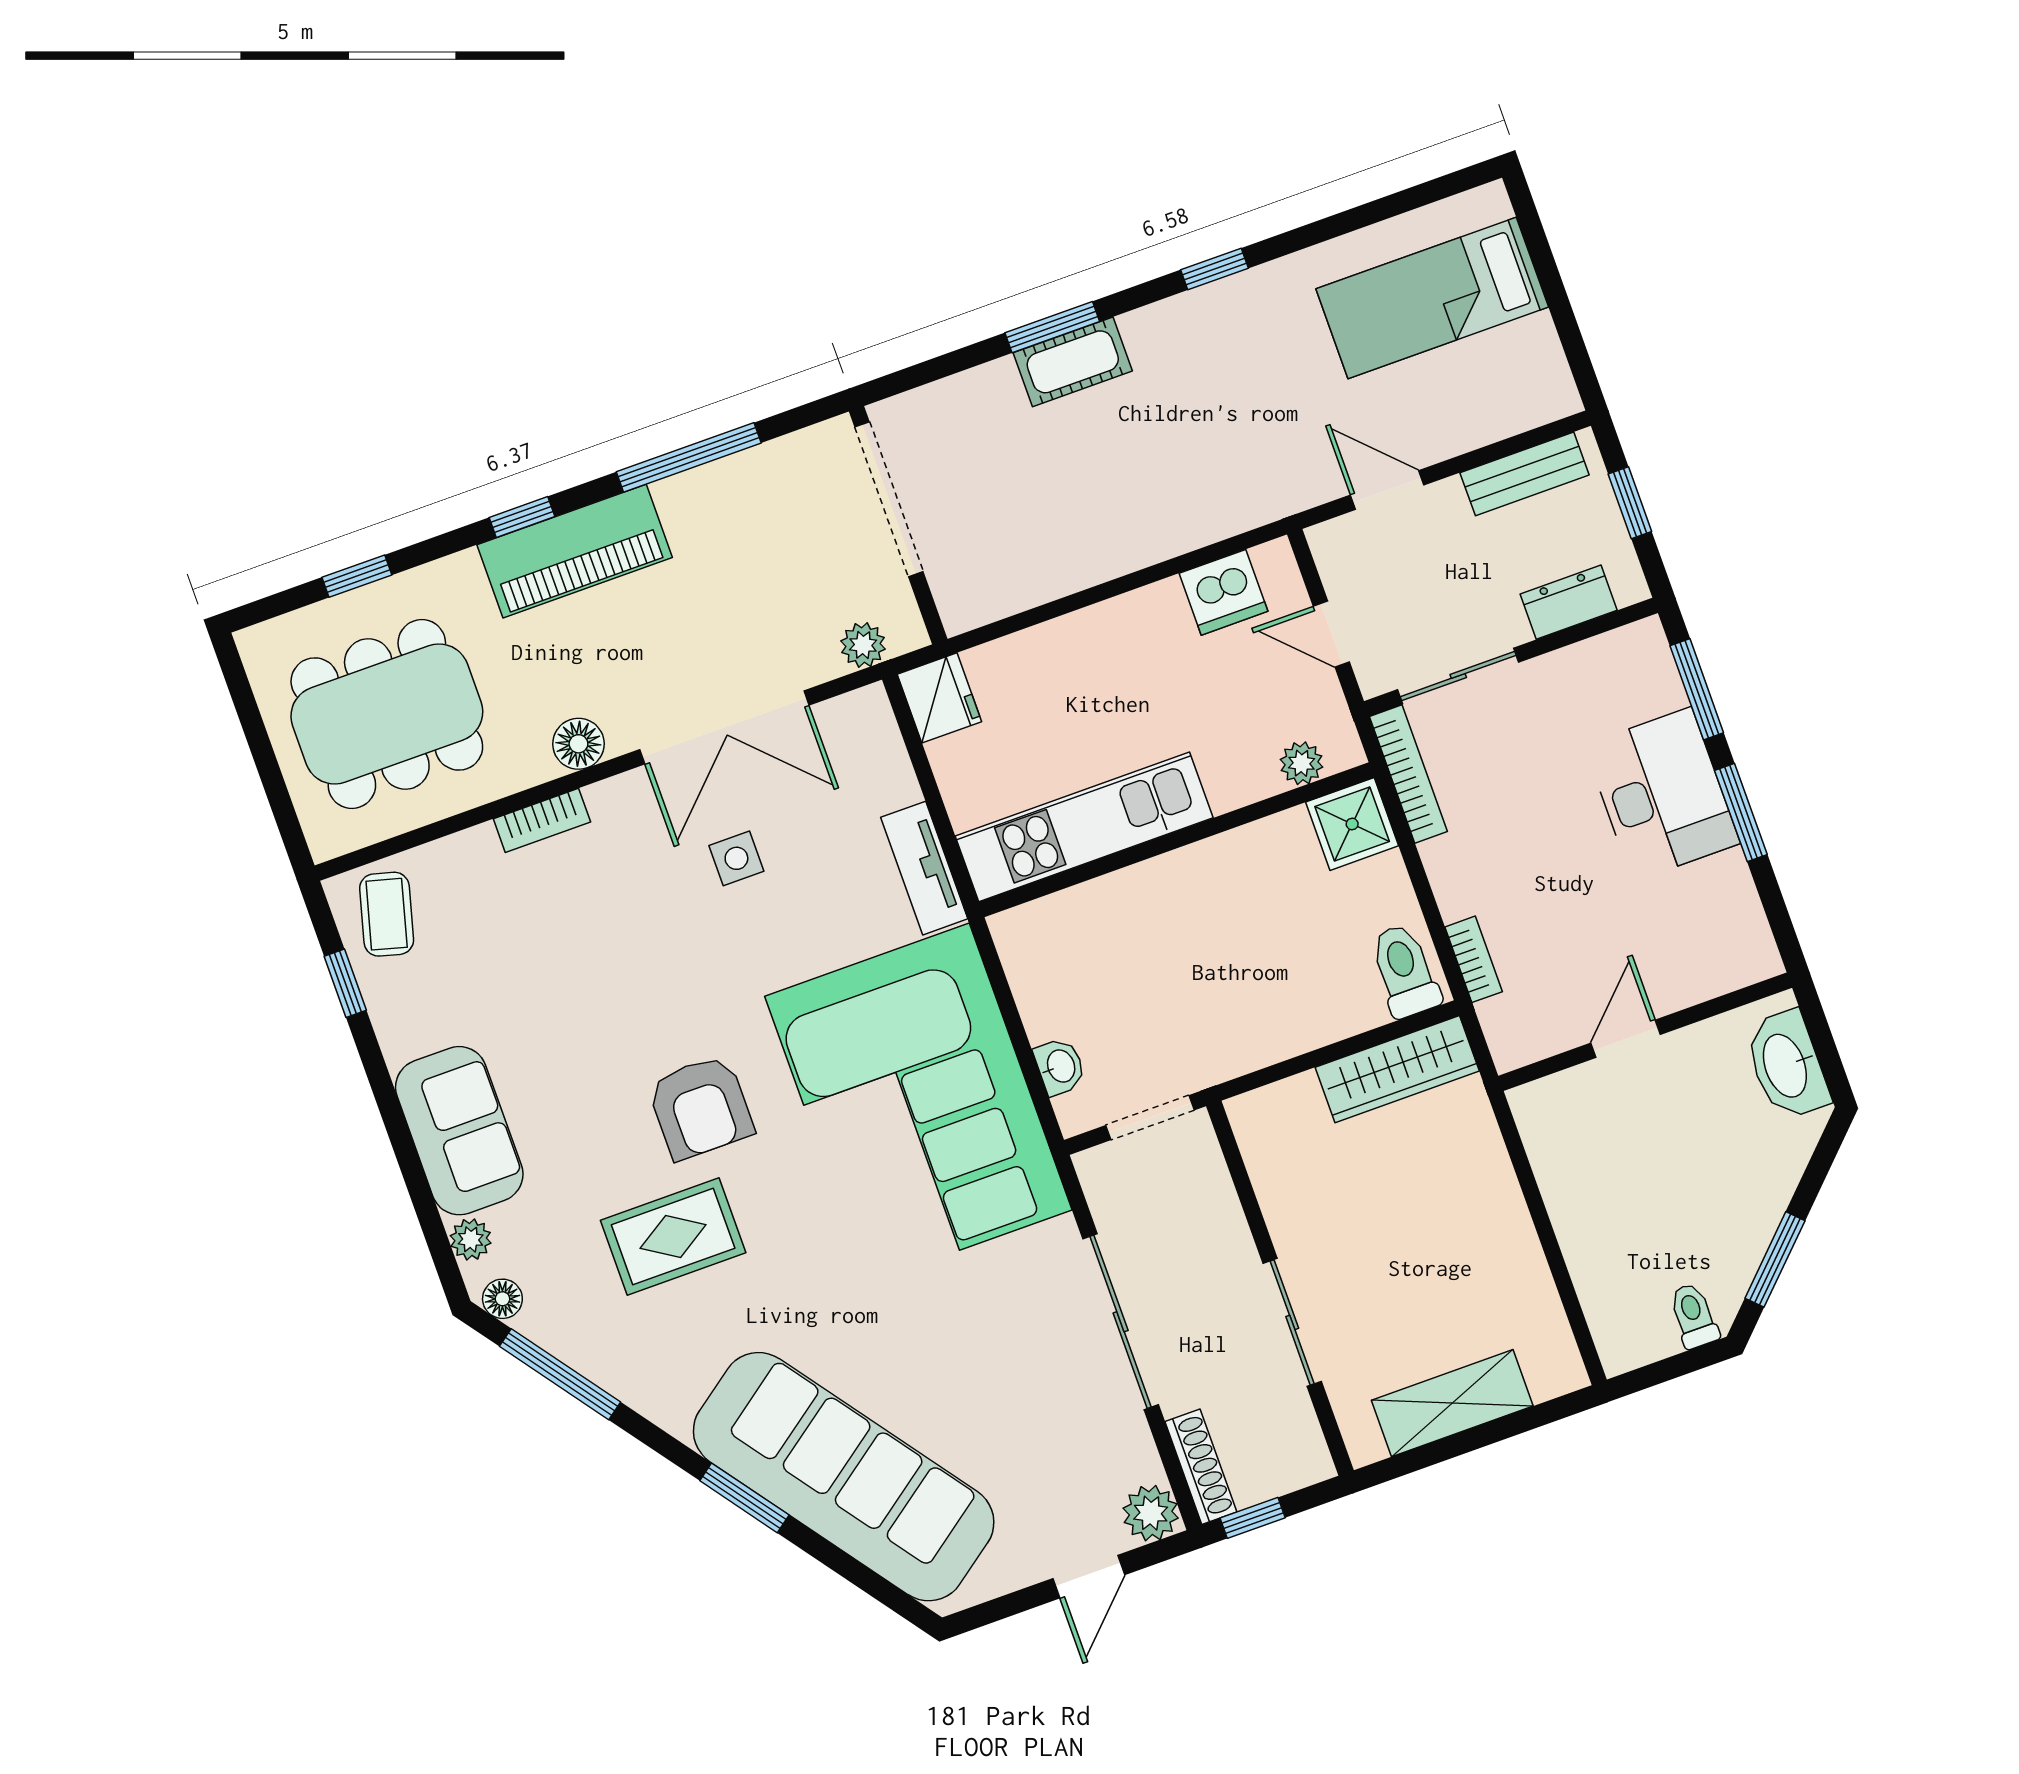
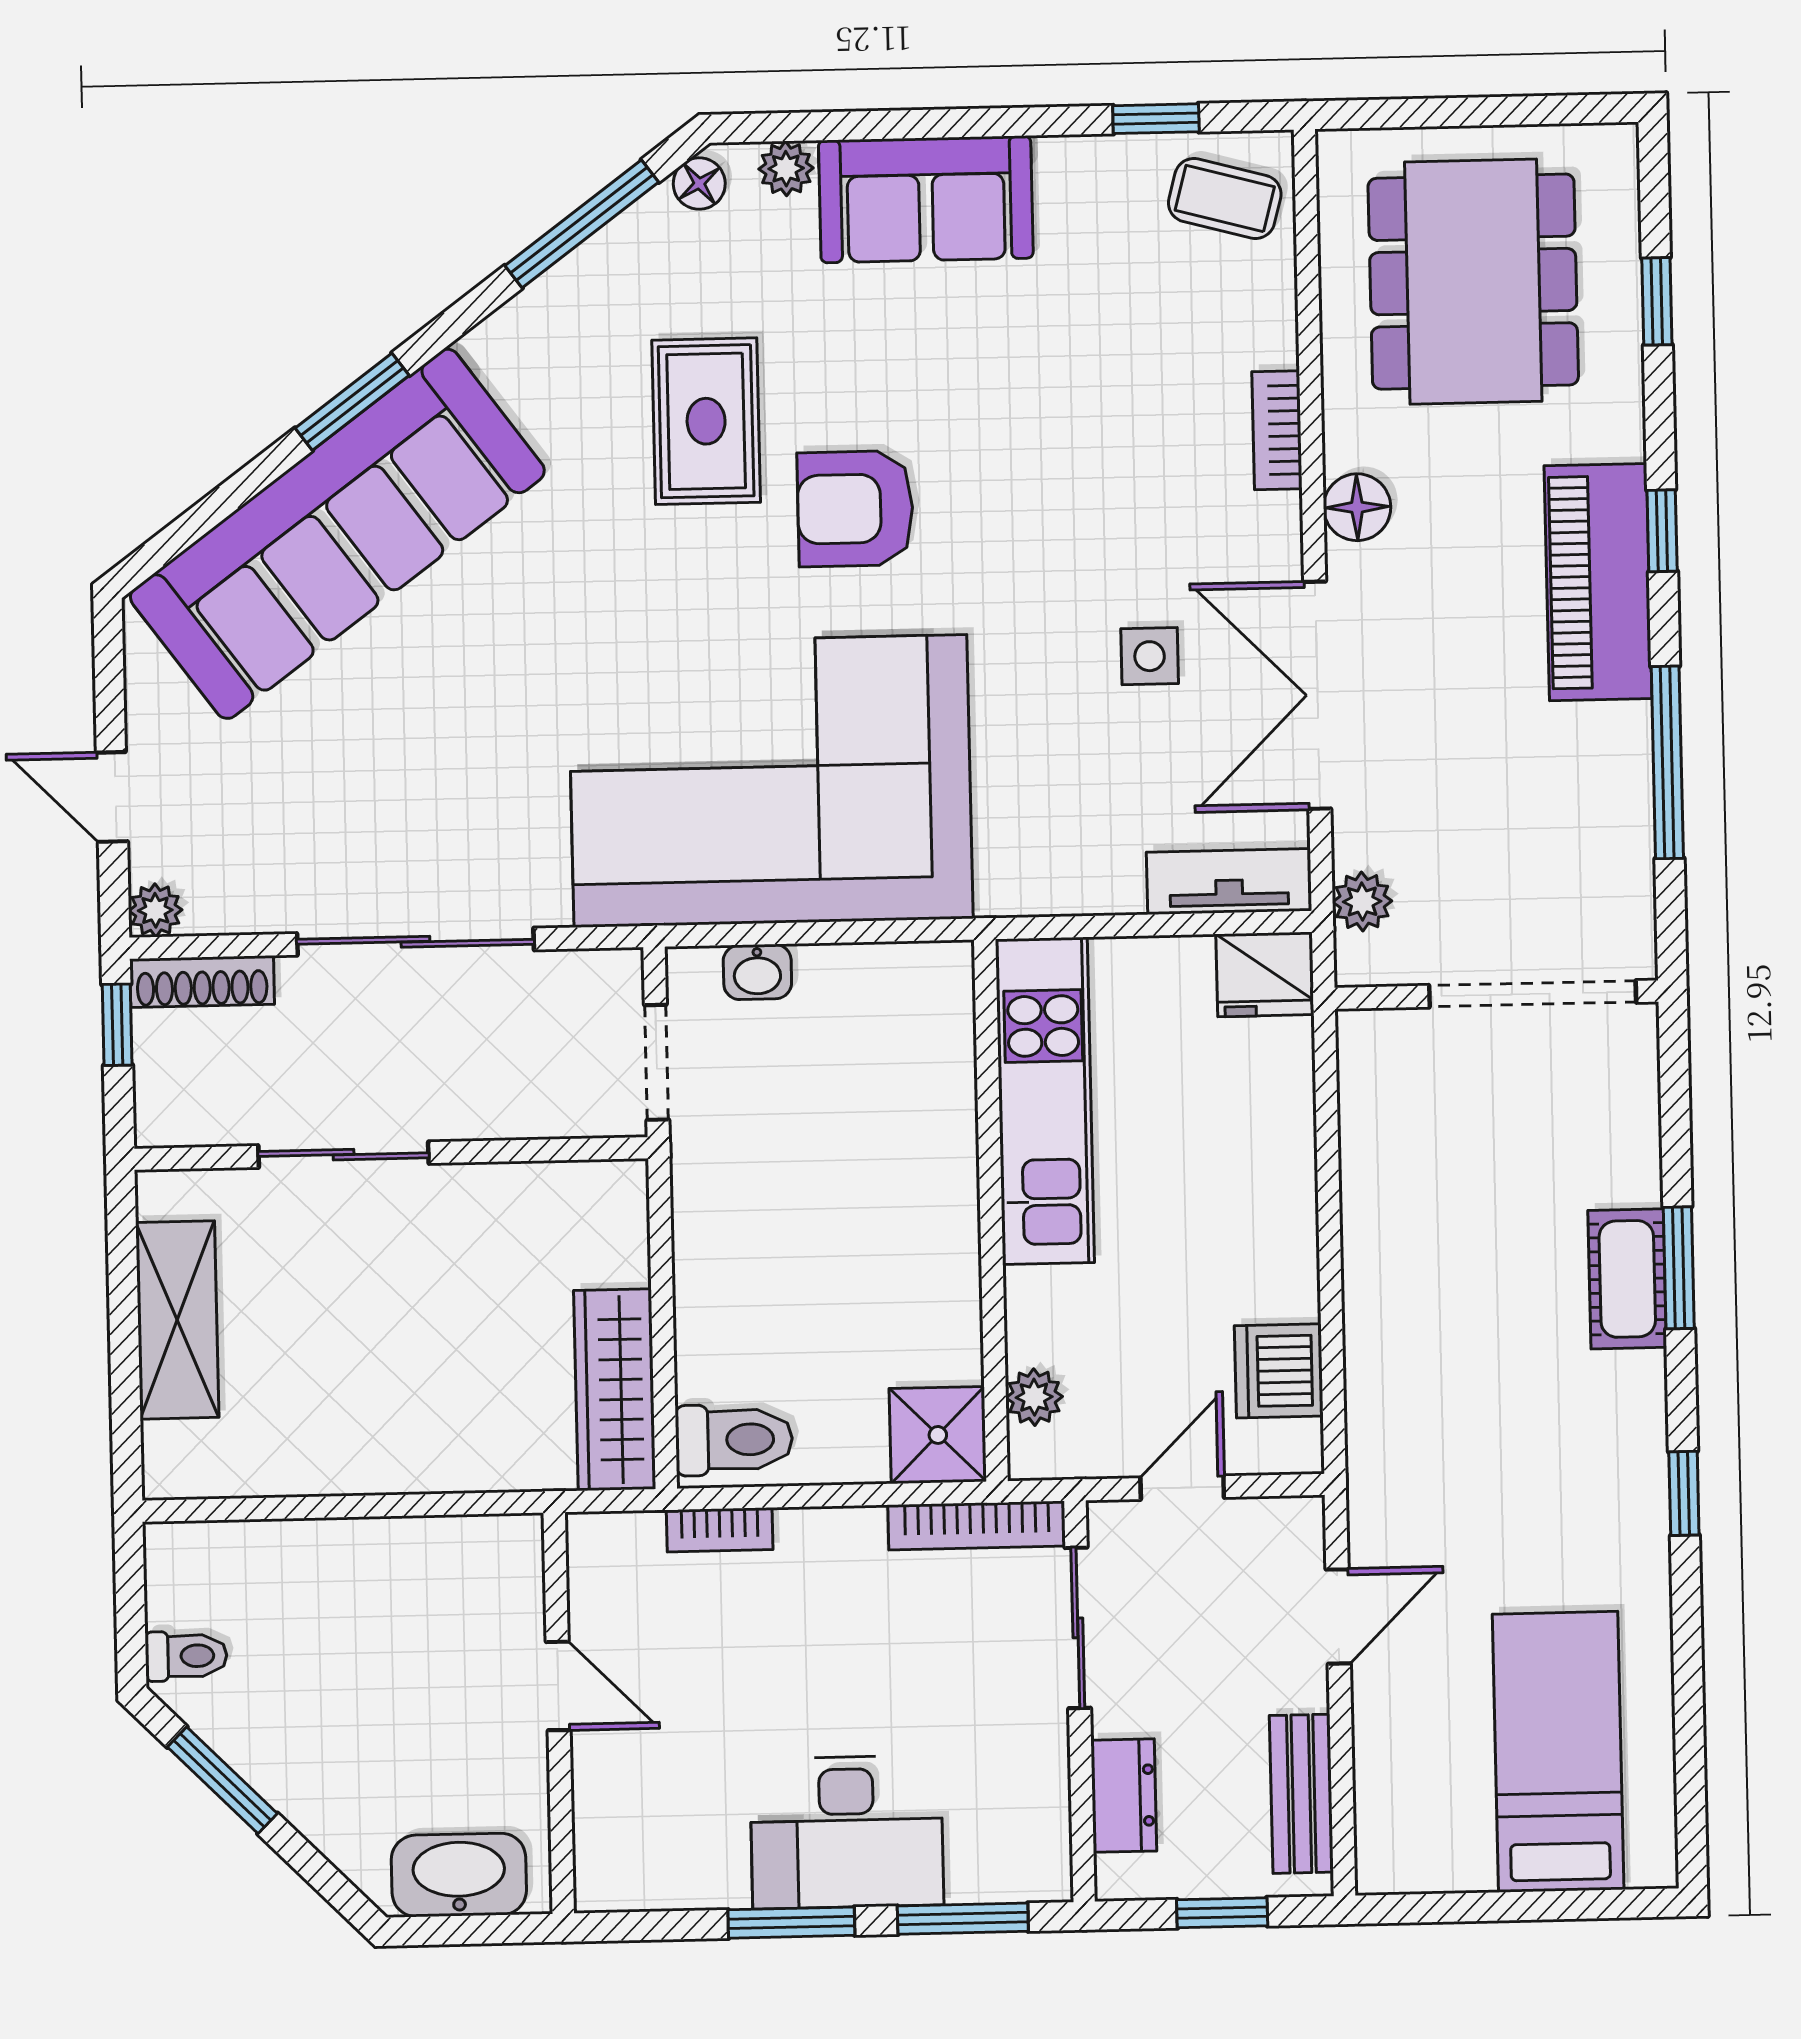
tv unit: (924, 868) -> (1229, 881), moved
plant: (1151, 1513) -> (155, 910), width x0.73, depth x0.73

